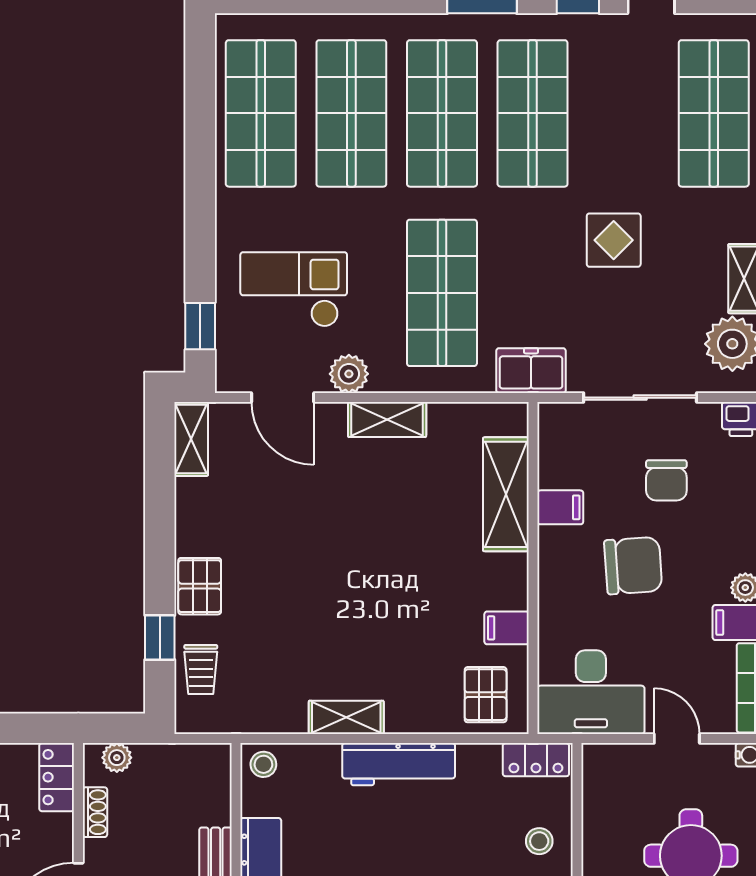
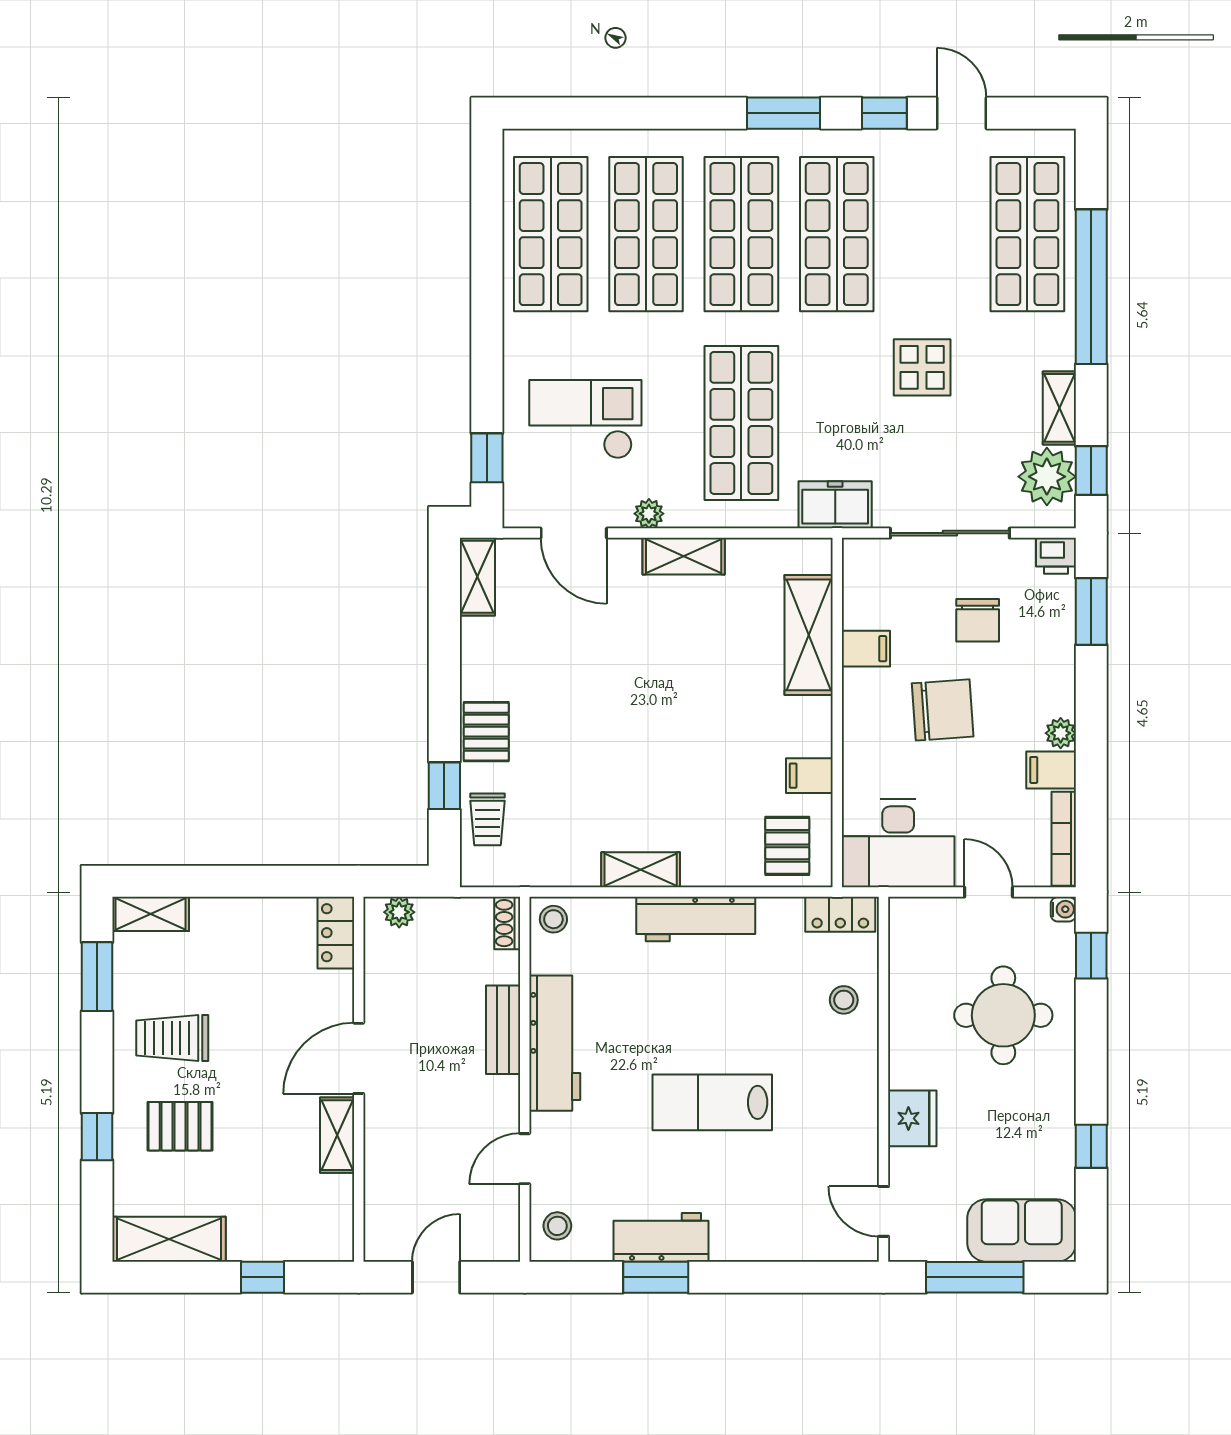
plant: (349, 374) -> (649, 514), width x0.73, depth x0.73
shoe rack: (95, 812) -> (507, 923), moved, turned 180

